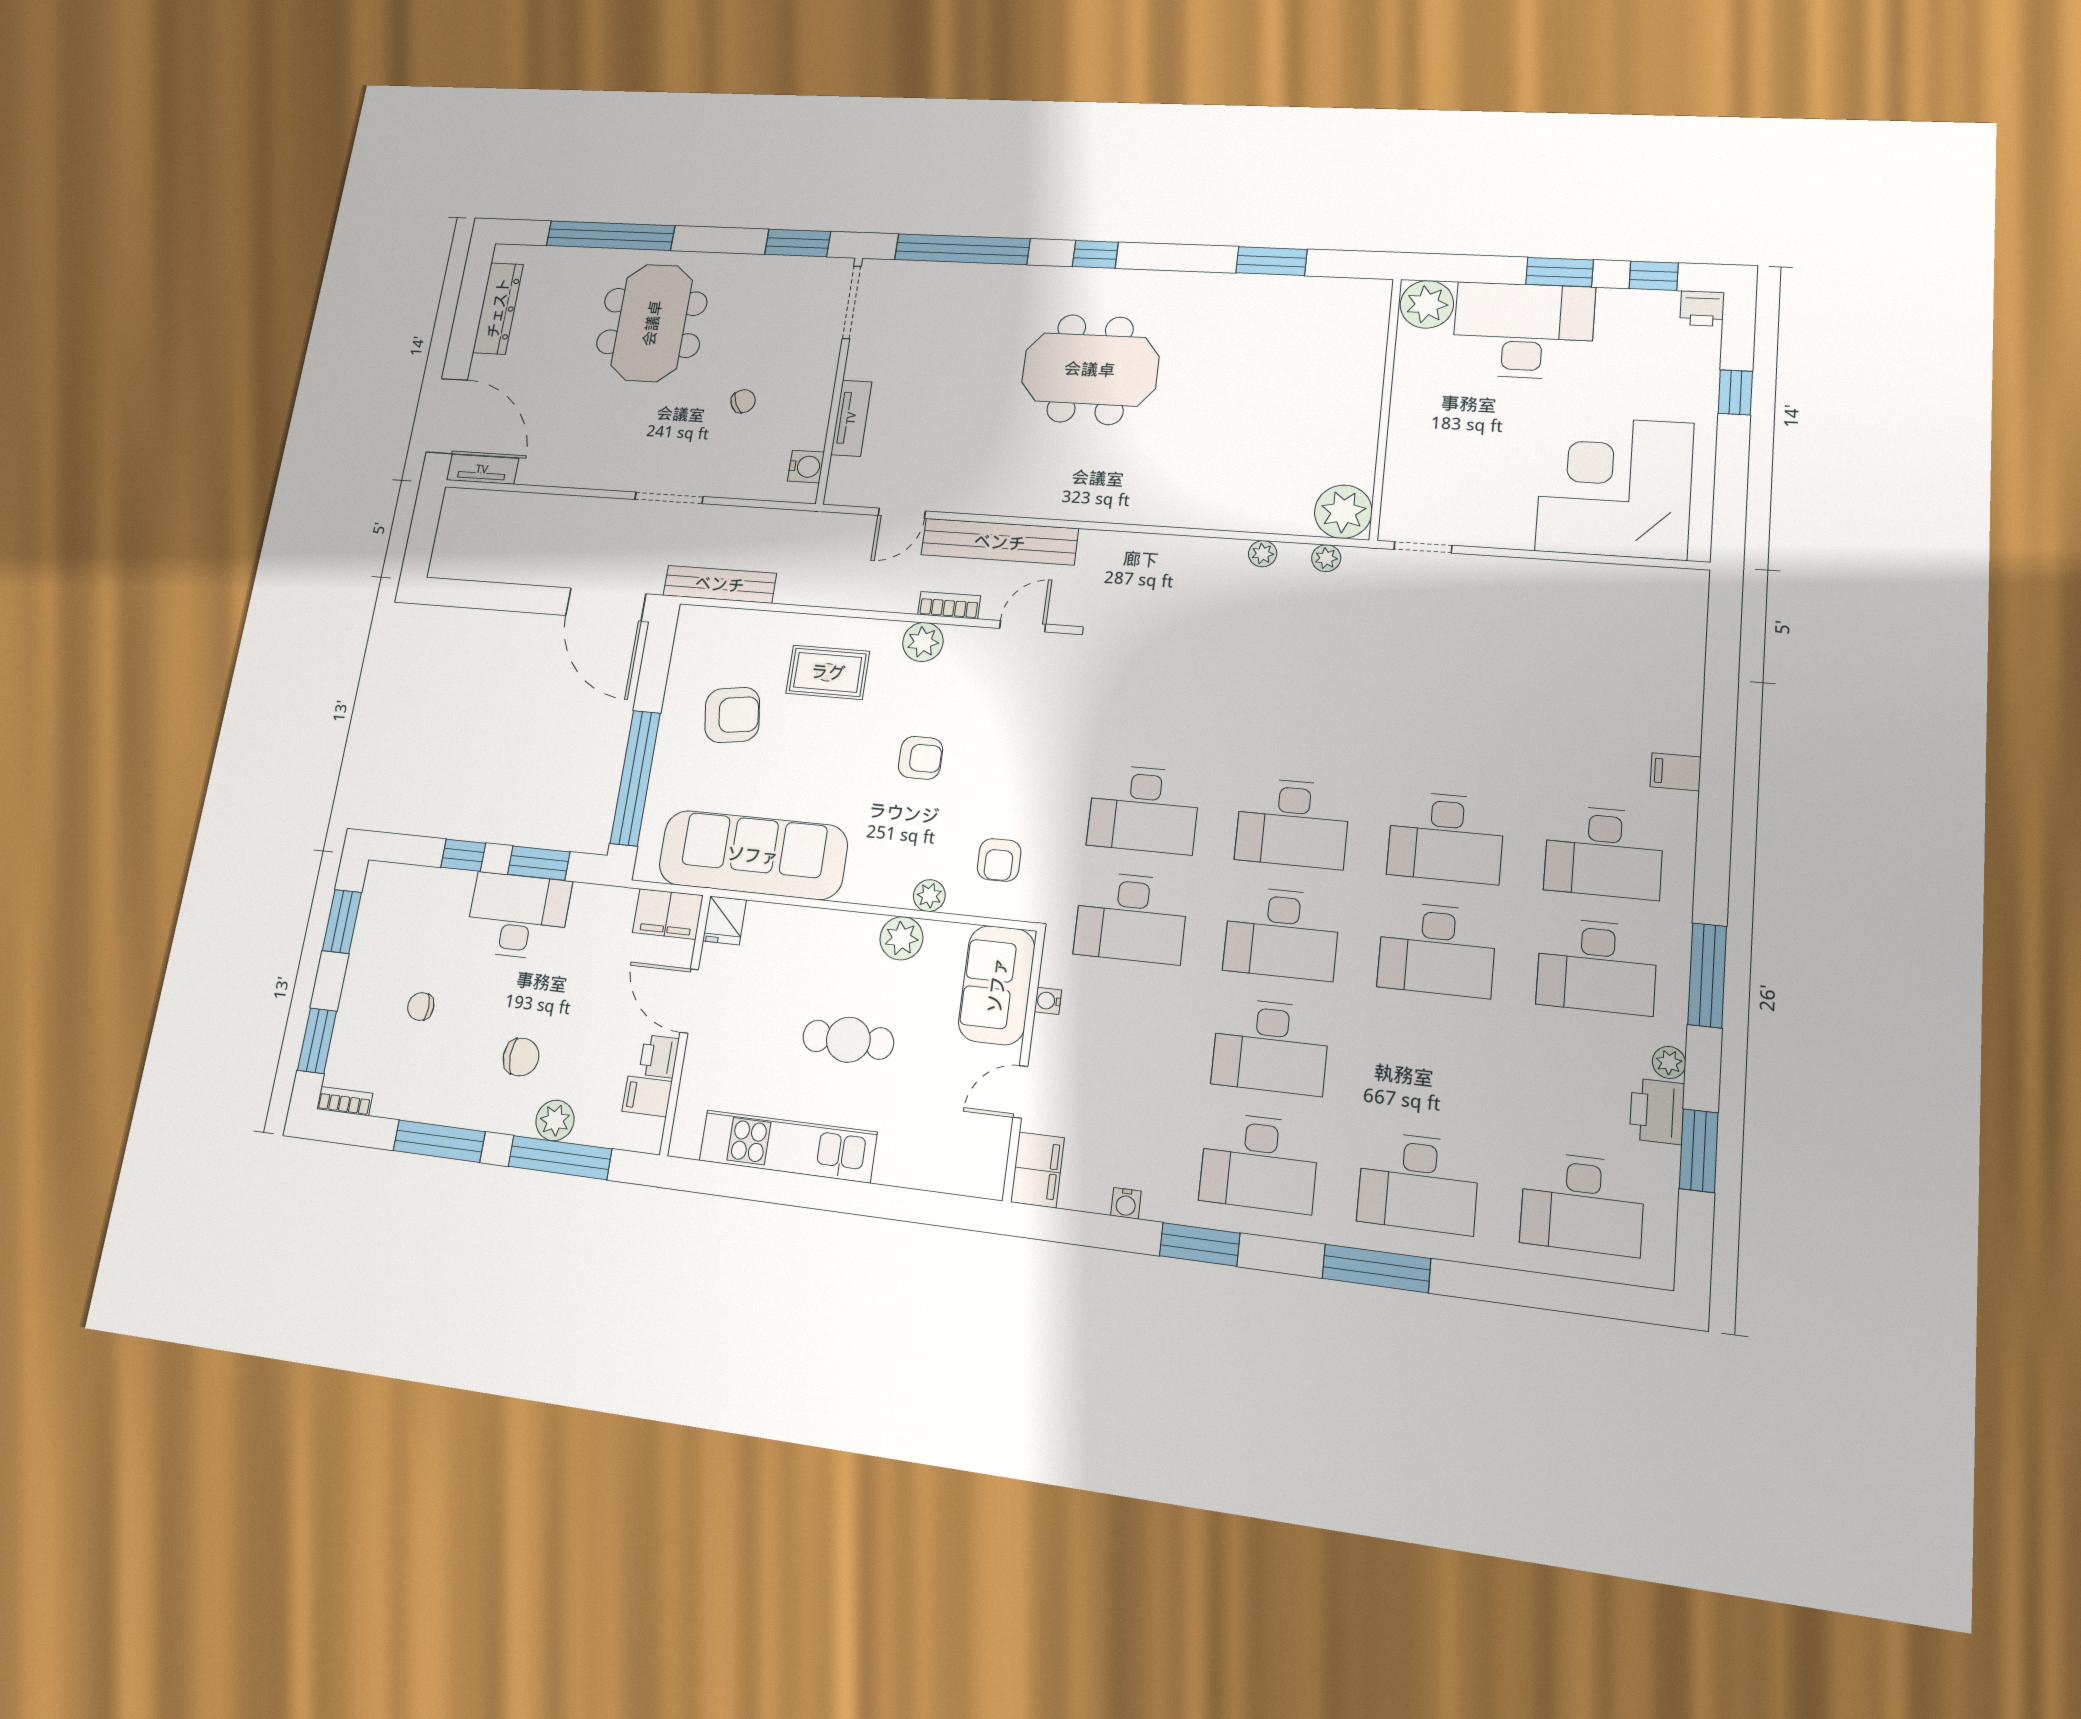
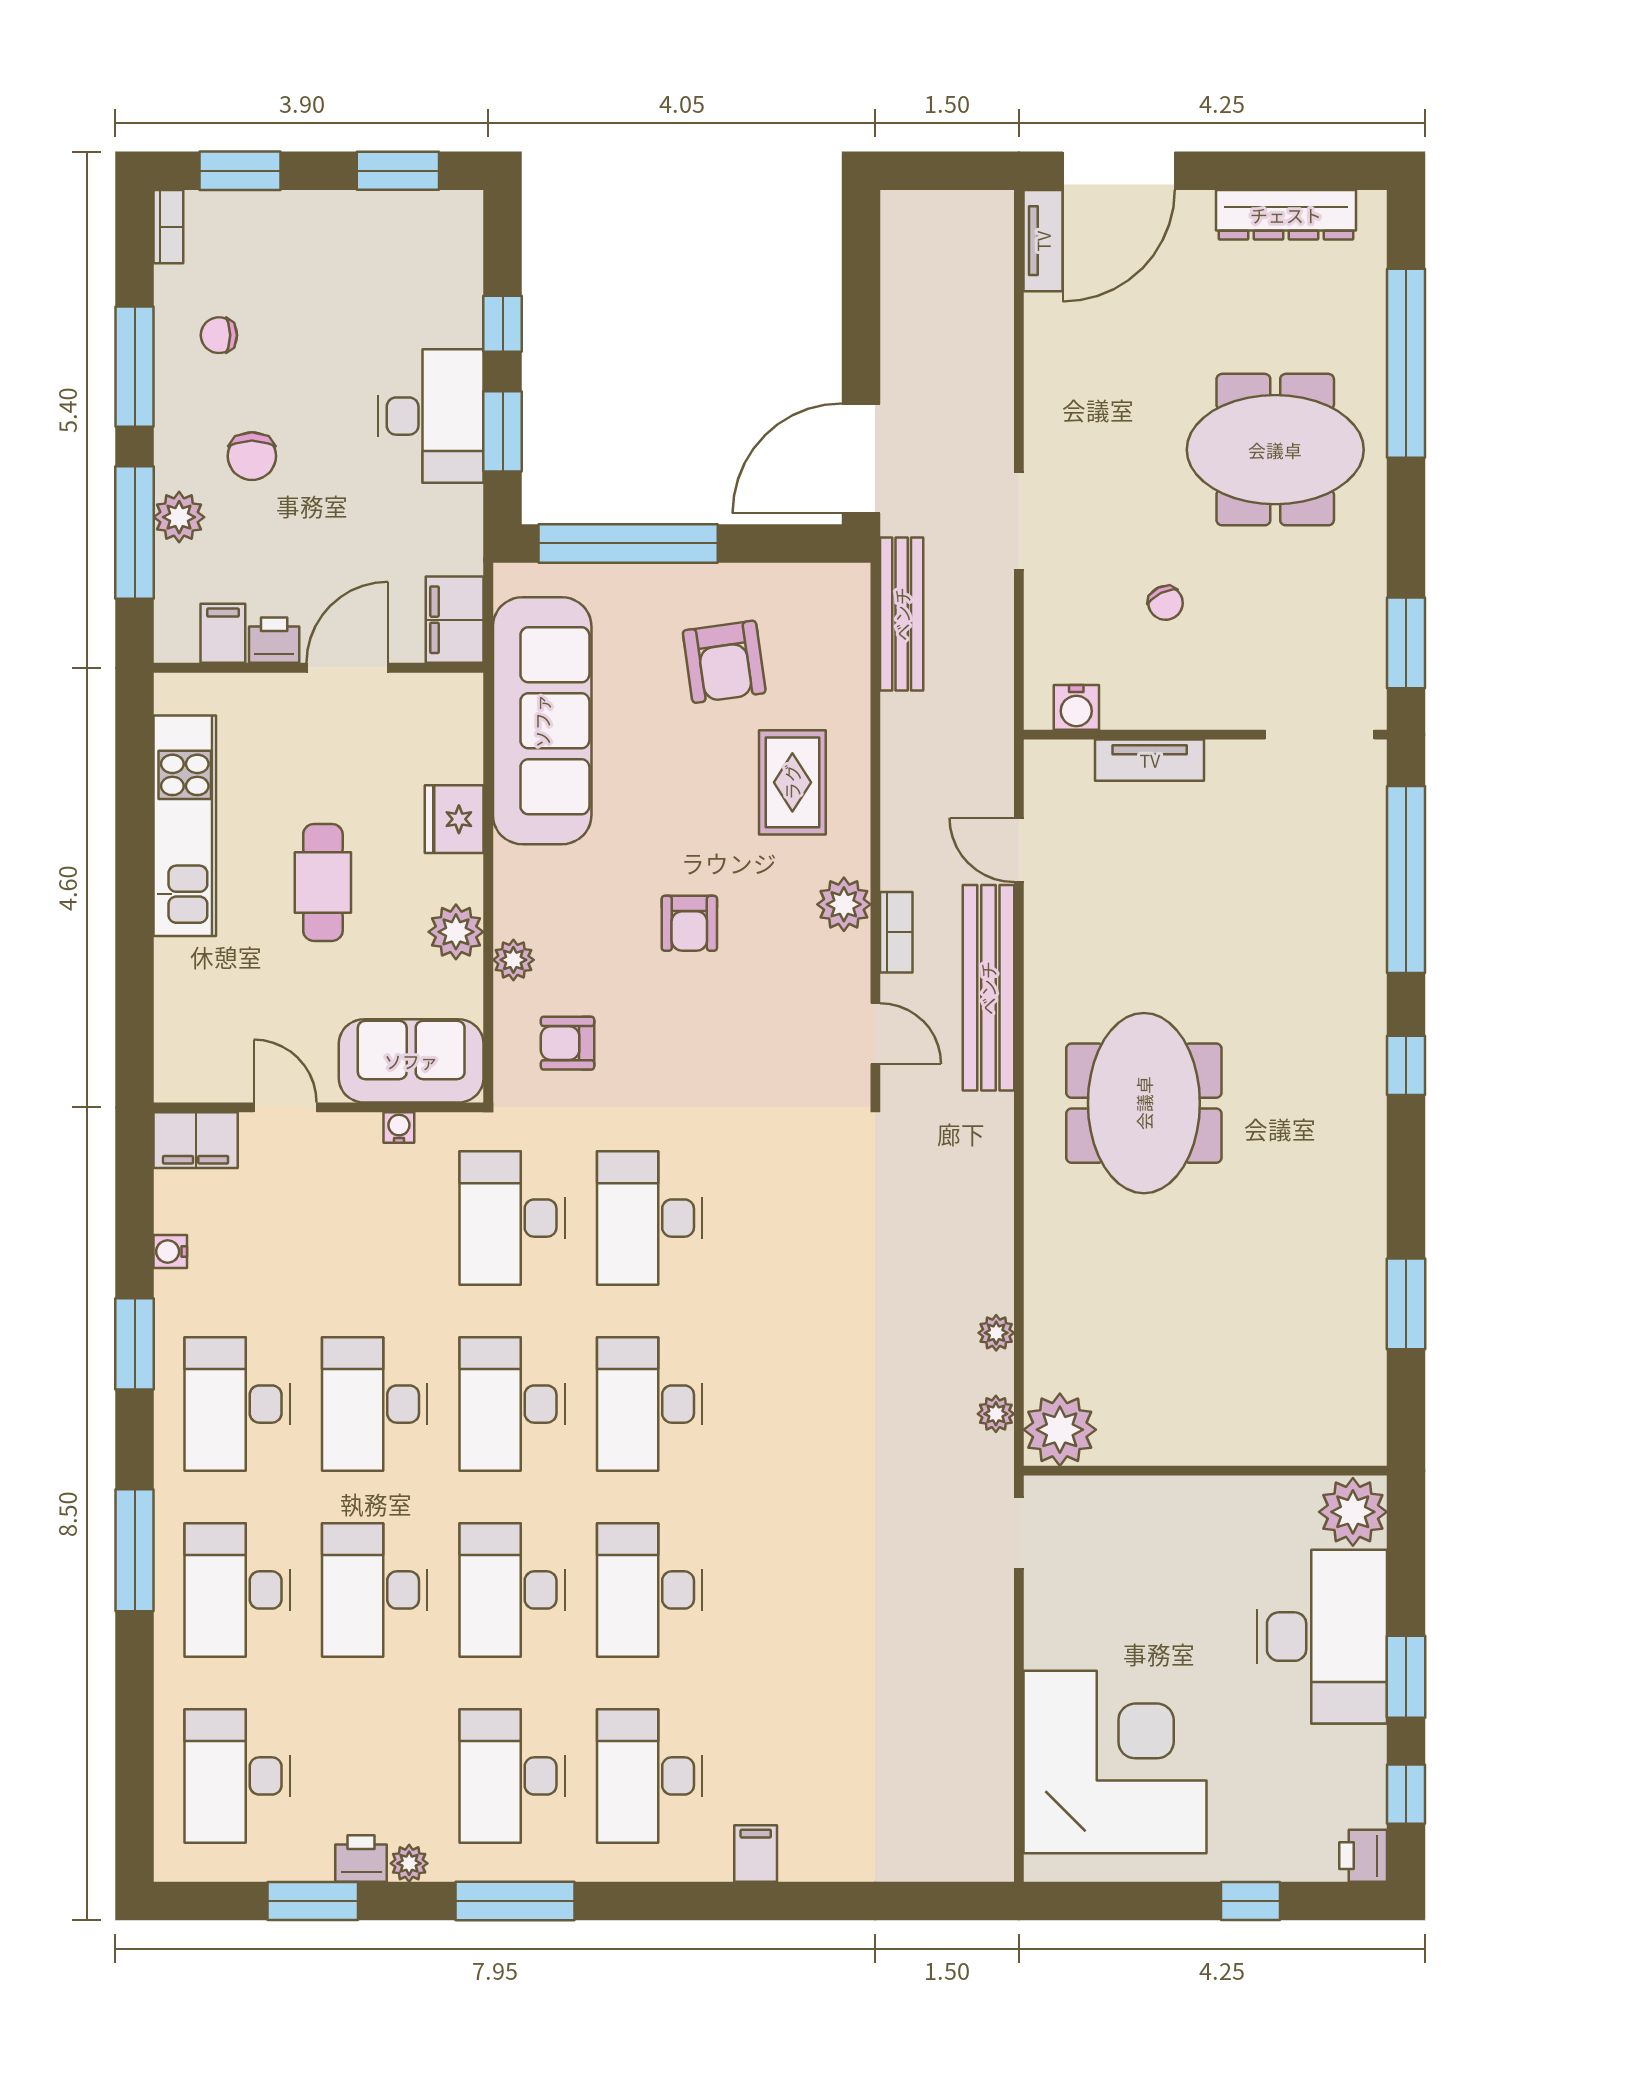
meeting table: (1090, 369) -> (1144, 1103), moved
fridge: (725, 920) -> (454, 819), moved, width x1.38
chair: (421, 1006) -> (219, 335), moved, turned -90
desk: (1428, 1065) -> (375, 1590), added
printer: (1657, 1111) -> (361, 1858), width x0.73, depth x0.81

